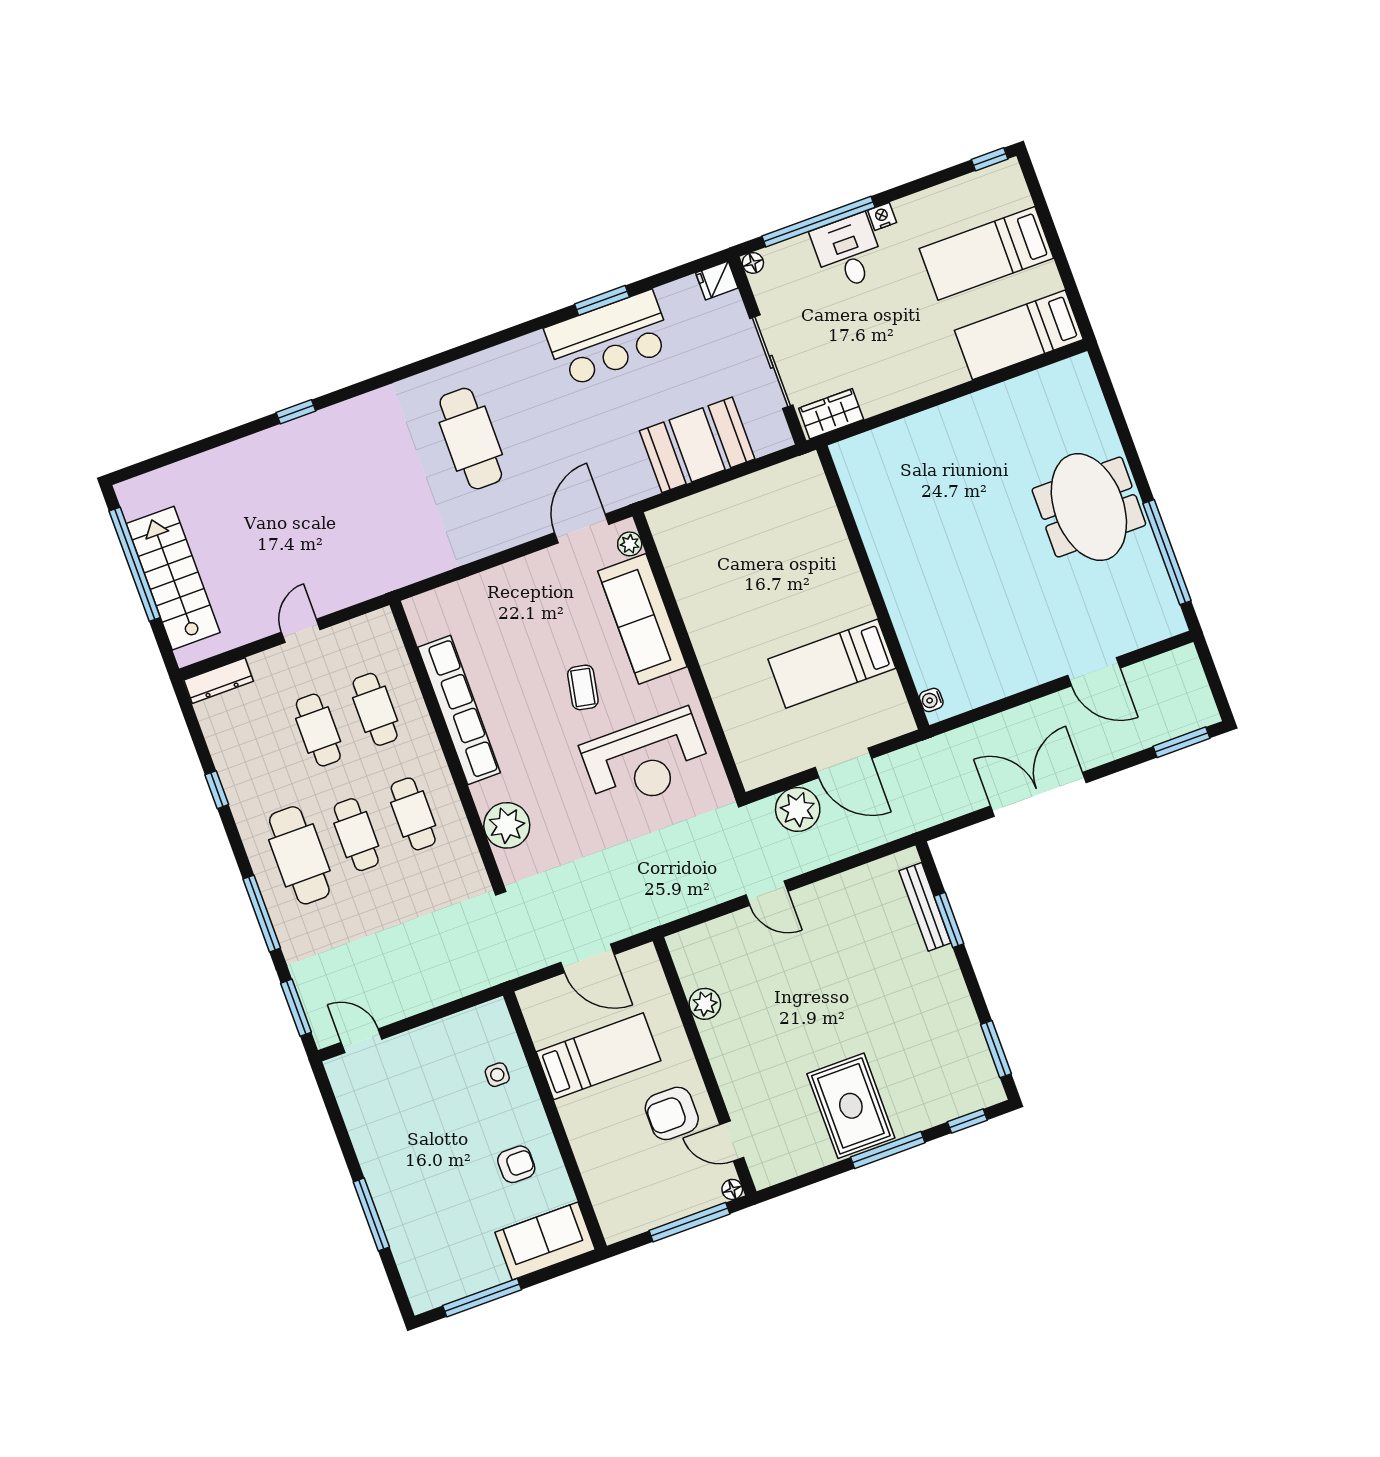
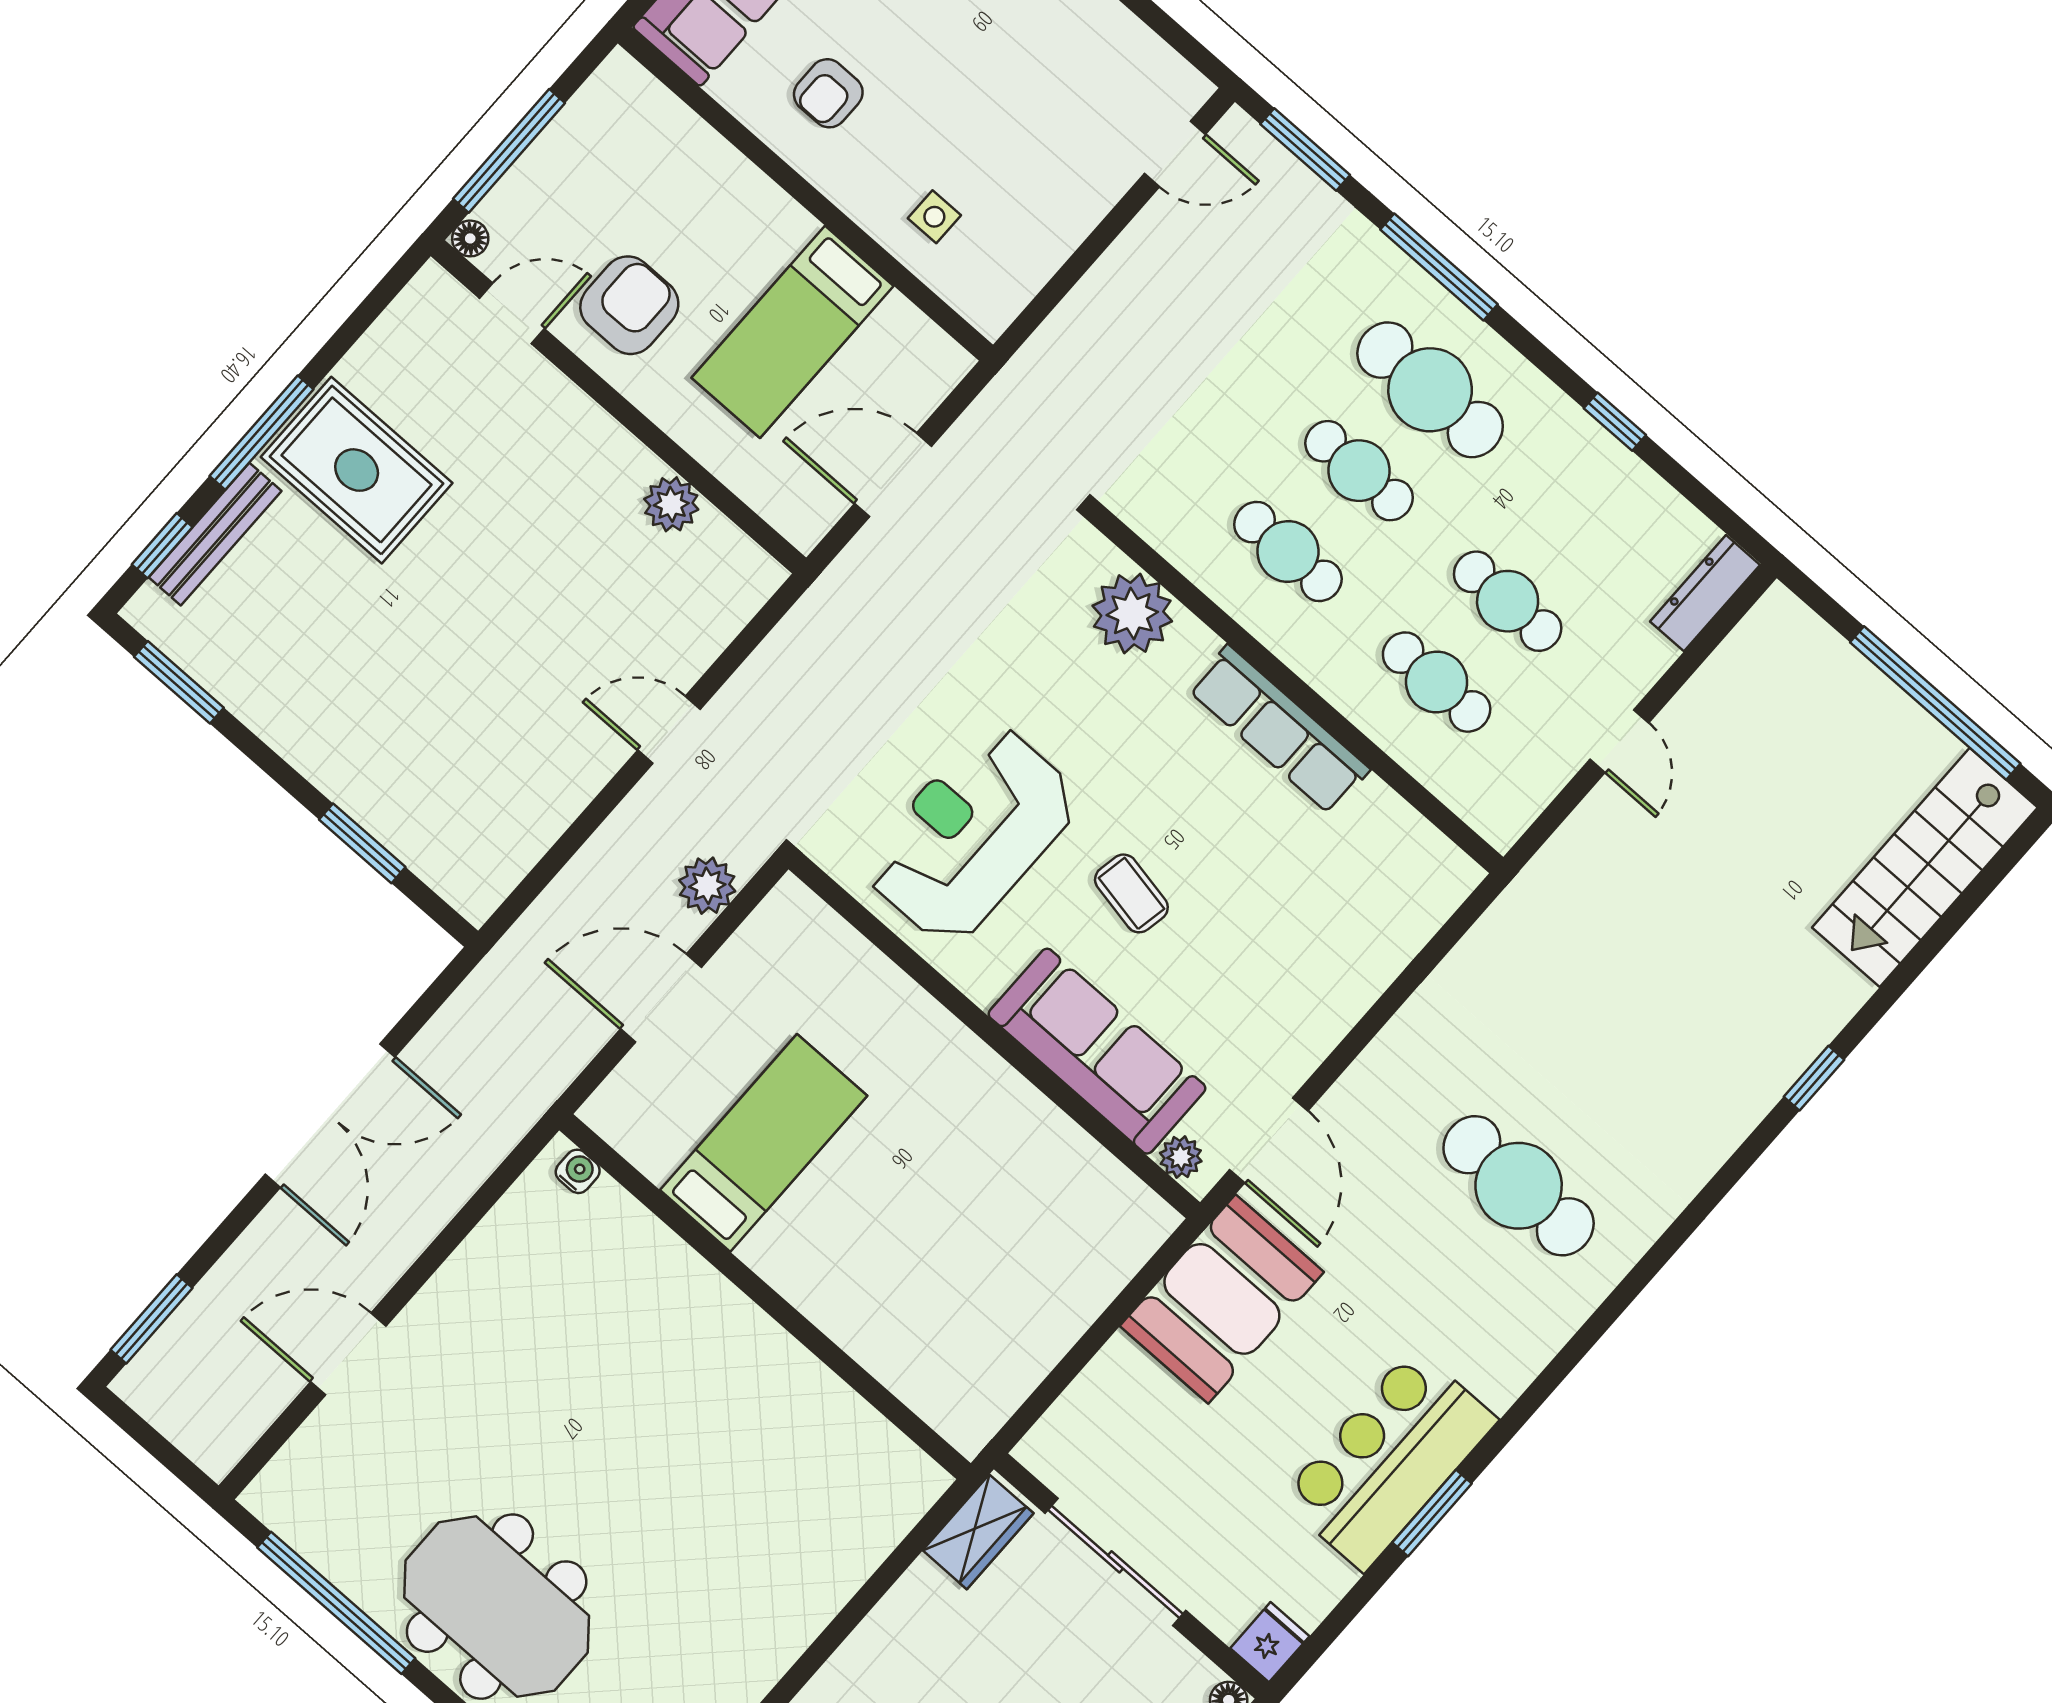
booth: (697, 445) -> (1222, 1299), moved
stairs: (173, 578) -> (1925, 867), moved, turned 90
row of seats: (459, 710) -> (1279, 730), width x0.73
plant: (798, 809) -> (707, 886), width x0.73, depth x0.73
bench: (925, 907) -> (215, 534), moved, turned 90

